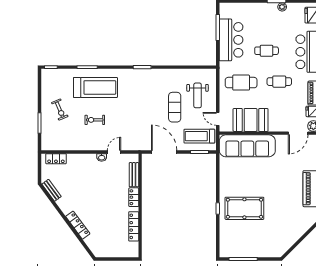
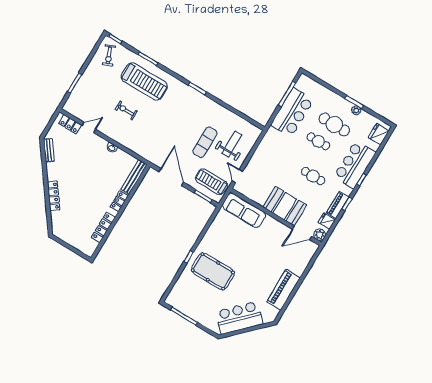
cafe table: (241, 83) -> (334, 125), moved
weight bench: (198, 95) -> (232, 144), turned 180
exercise bike: (60, 110) -> (109, 55), moved
booth: (251, 120) -> (285, 206), moved
sofa: (247, 146) -> (244, 210), width x0.74, depth x0.79
door: (114, 152) -> (89, 127), moved
bench: (134, 175) -> (134, 177), width x1.36
bar counter: (289, 233) -> (239, 318), added

